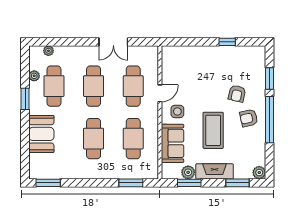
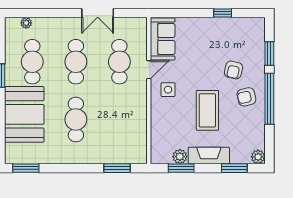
plant: (34, 76) -> (11, 50), removed
booth: (41, 134) -> (24, 114), width x1.36, depth x1.42
cafe table: (133, 139) -> (119, 119), removed
sofa: (172, 143) -> (163, 39), moved

